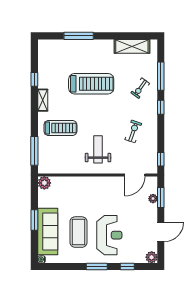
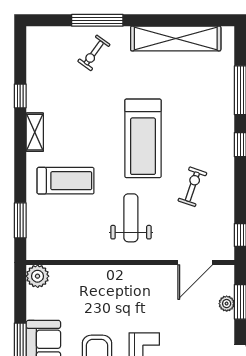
shelving: (132, 46) -> (176, 38), width x1.47
treadmill: (91, 84) -> (143, 138), moved, turned 90
exercise bike: (140, 88) -> (94, 53), moved
window: (34, 151) -> (20, 220), width x0.69

